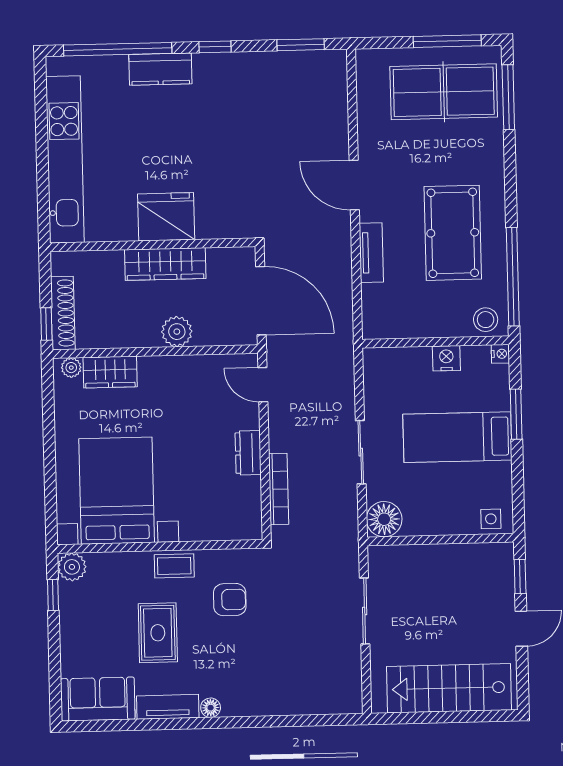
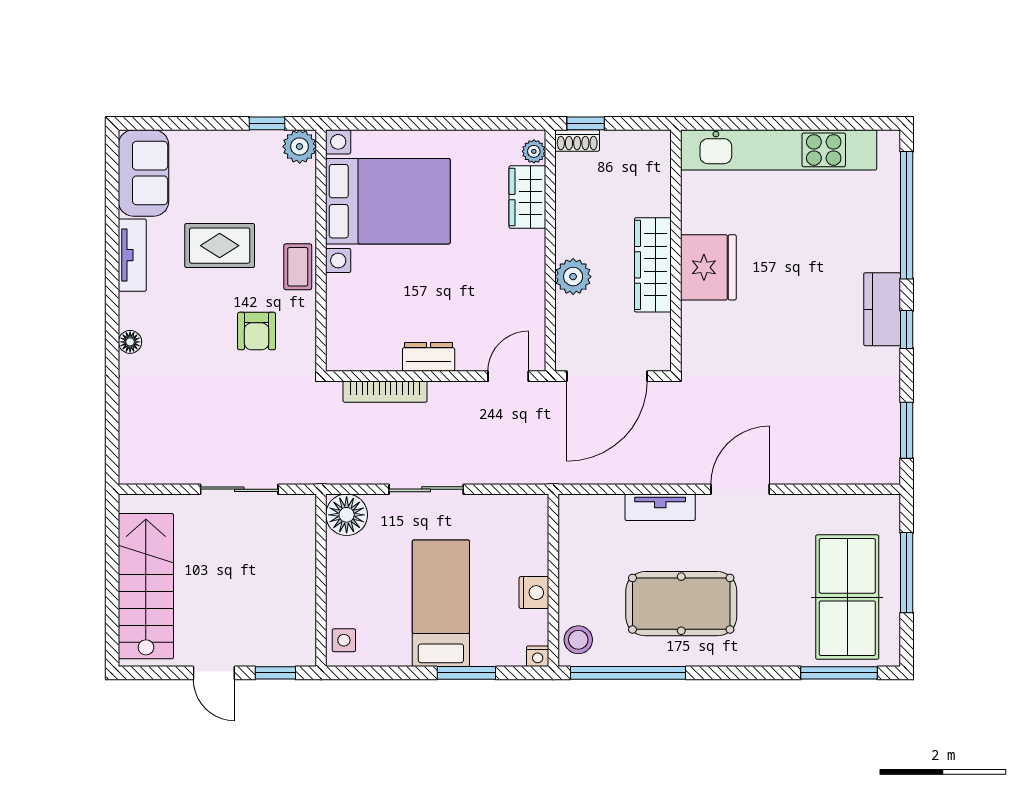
window: (447, 41) -> (907, 573), moved
kitchen counter: (160, 69) -> (882, 309), moved
shoe rack: (63, 313) -> (577, 140), width x0.51, depth x0.81
floor lamp: (211, 708) -> (130, 342), moved

